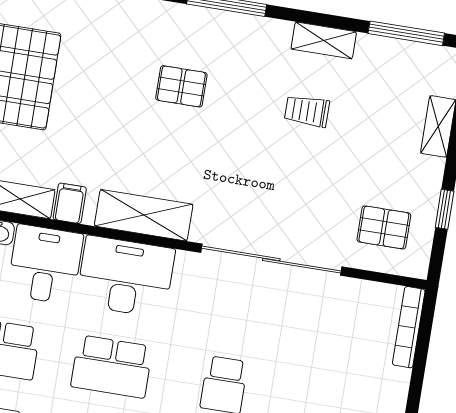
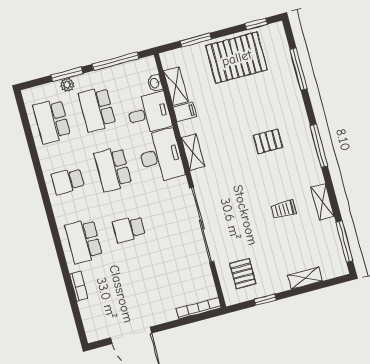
pallet: (181, 86) -> (268, 141), turned 90
trolley: (307, 111) -> (284, 209), turned -90
shelving: (144, 215) -> (193, 152), width x0.67, depth x0.75

